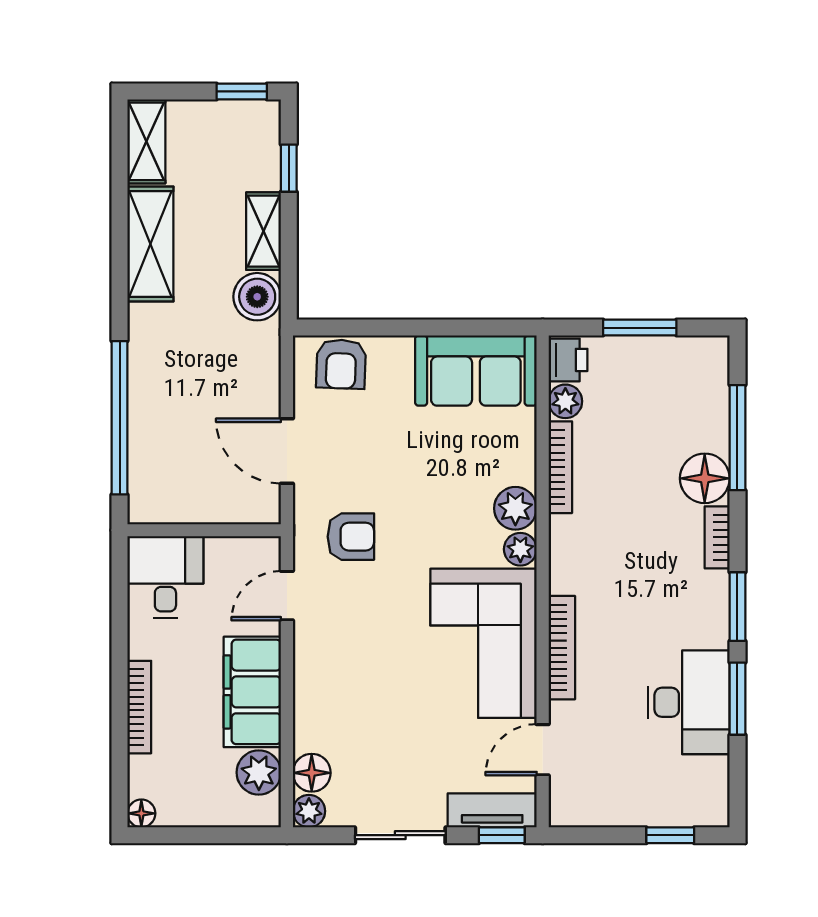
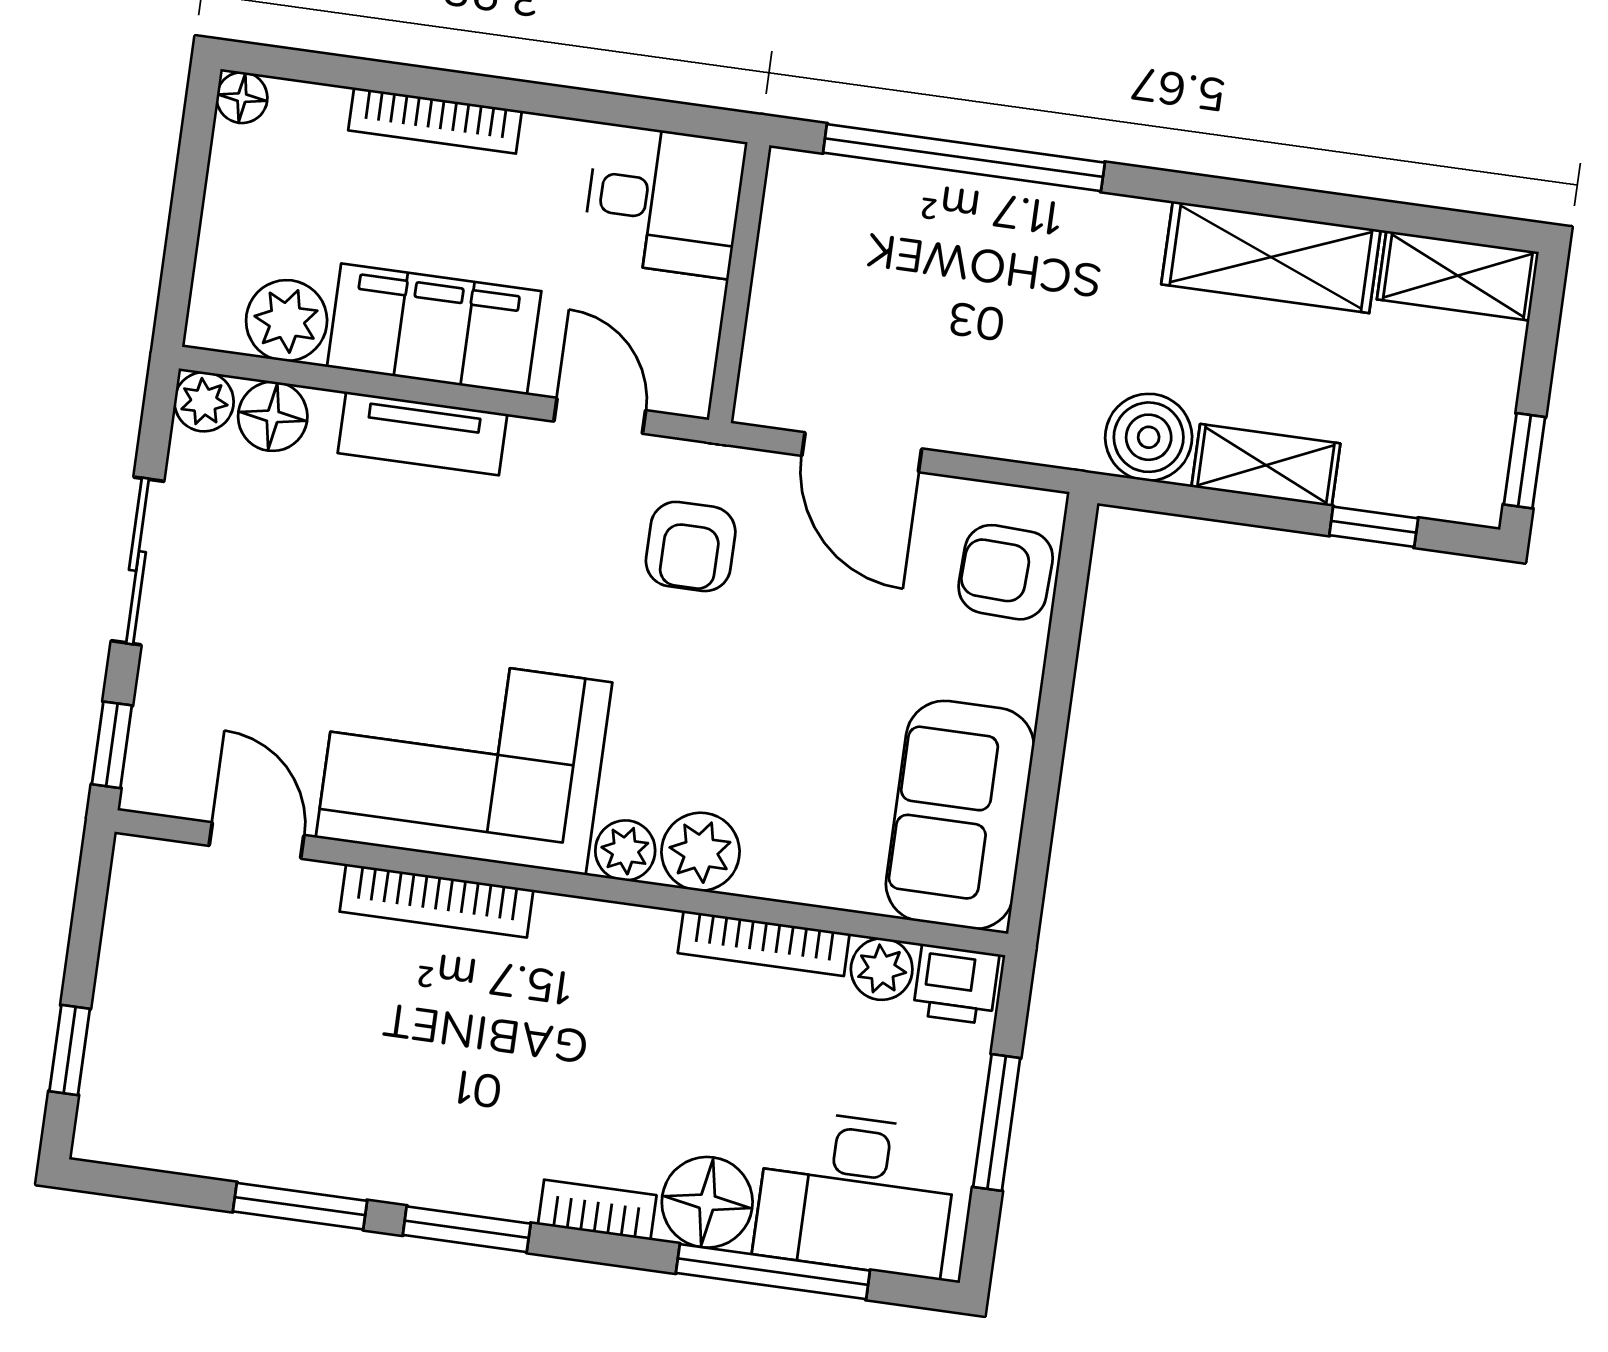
door: (287, 451) -> (862, 452), swing flipped
desk: (689, 702) -> (856, 1193), moved
tv unit: (492, 810) -> (422, 434), moved, turned 90

